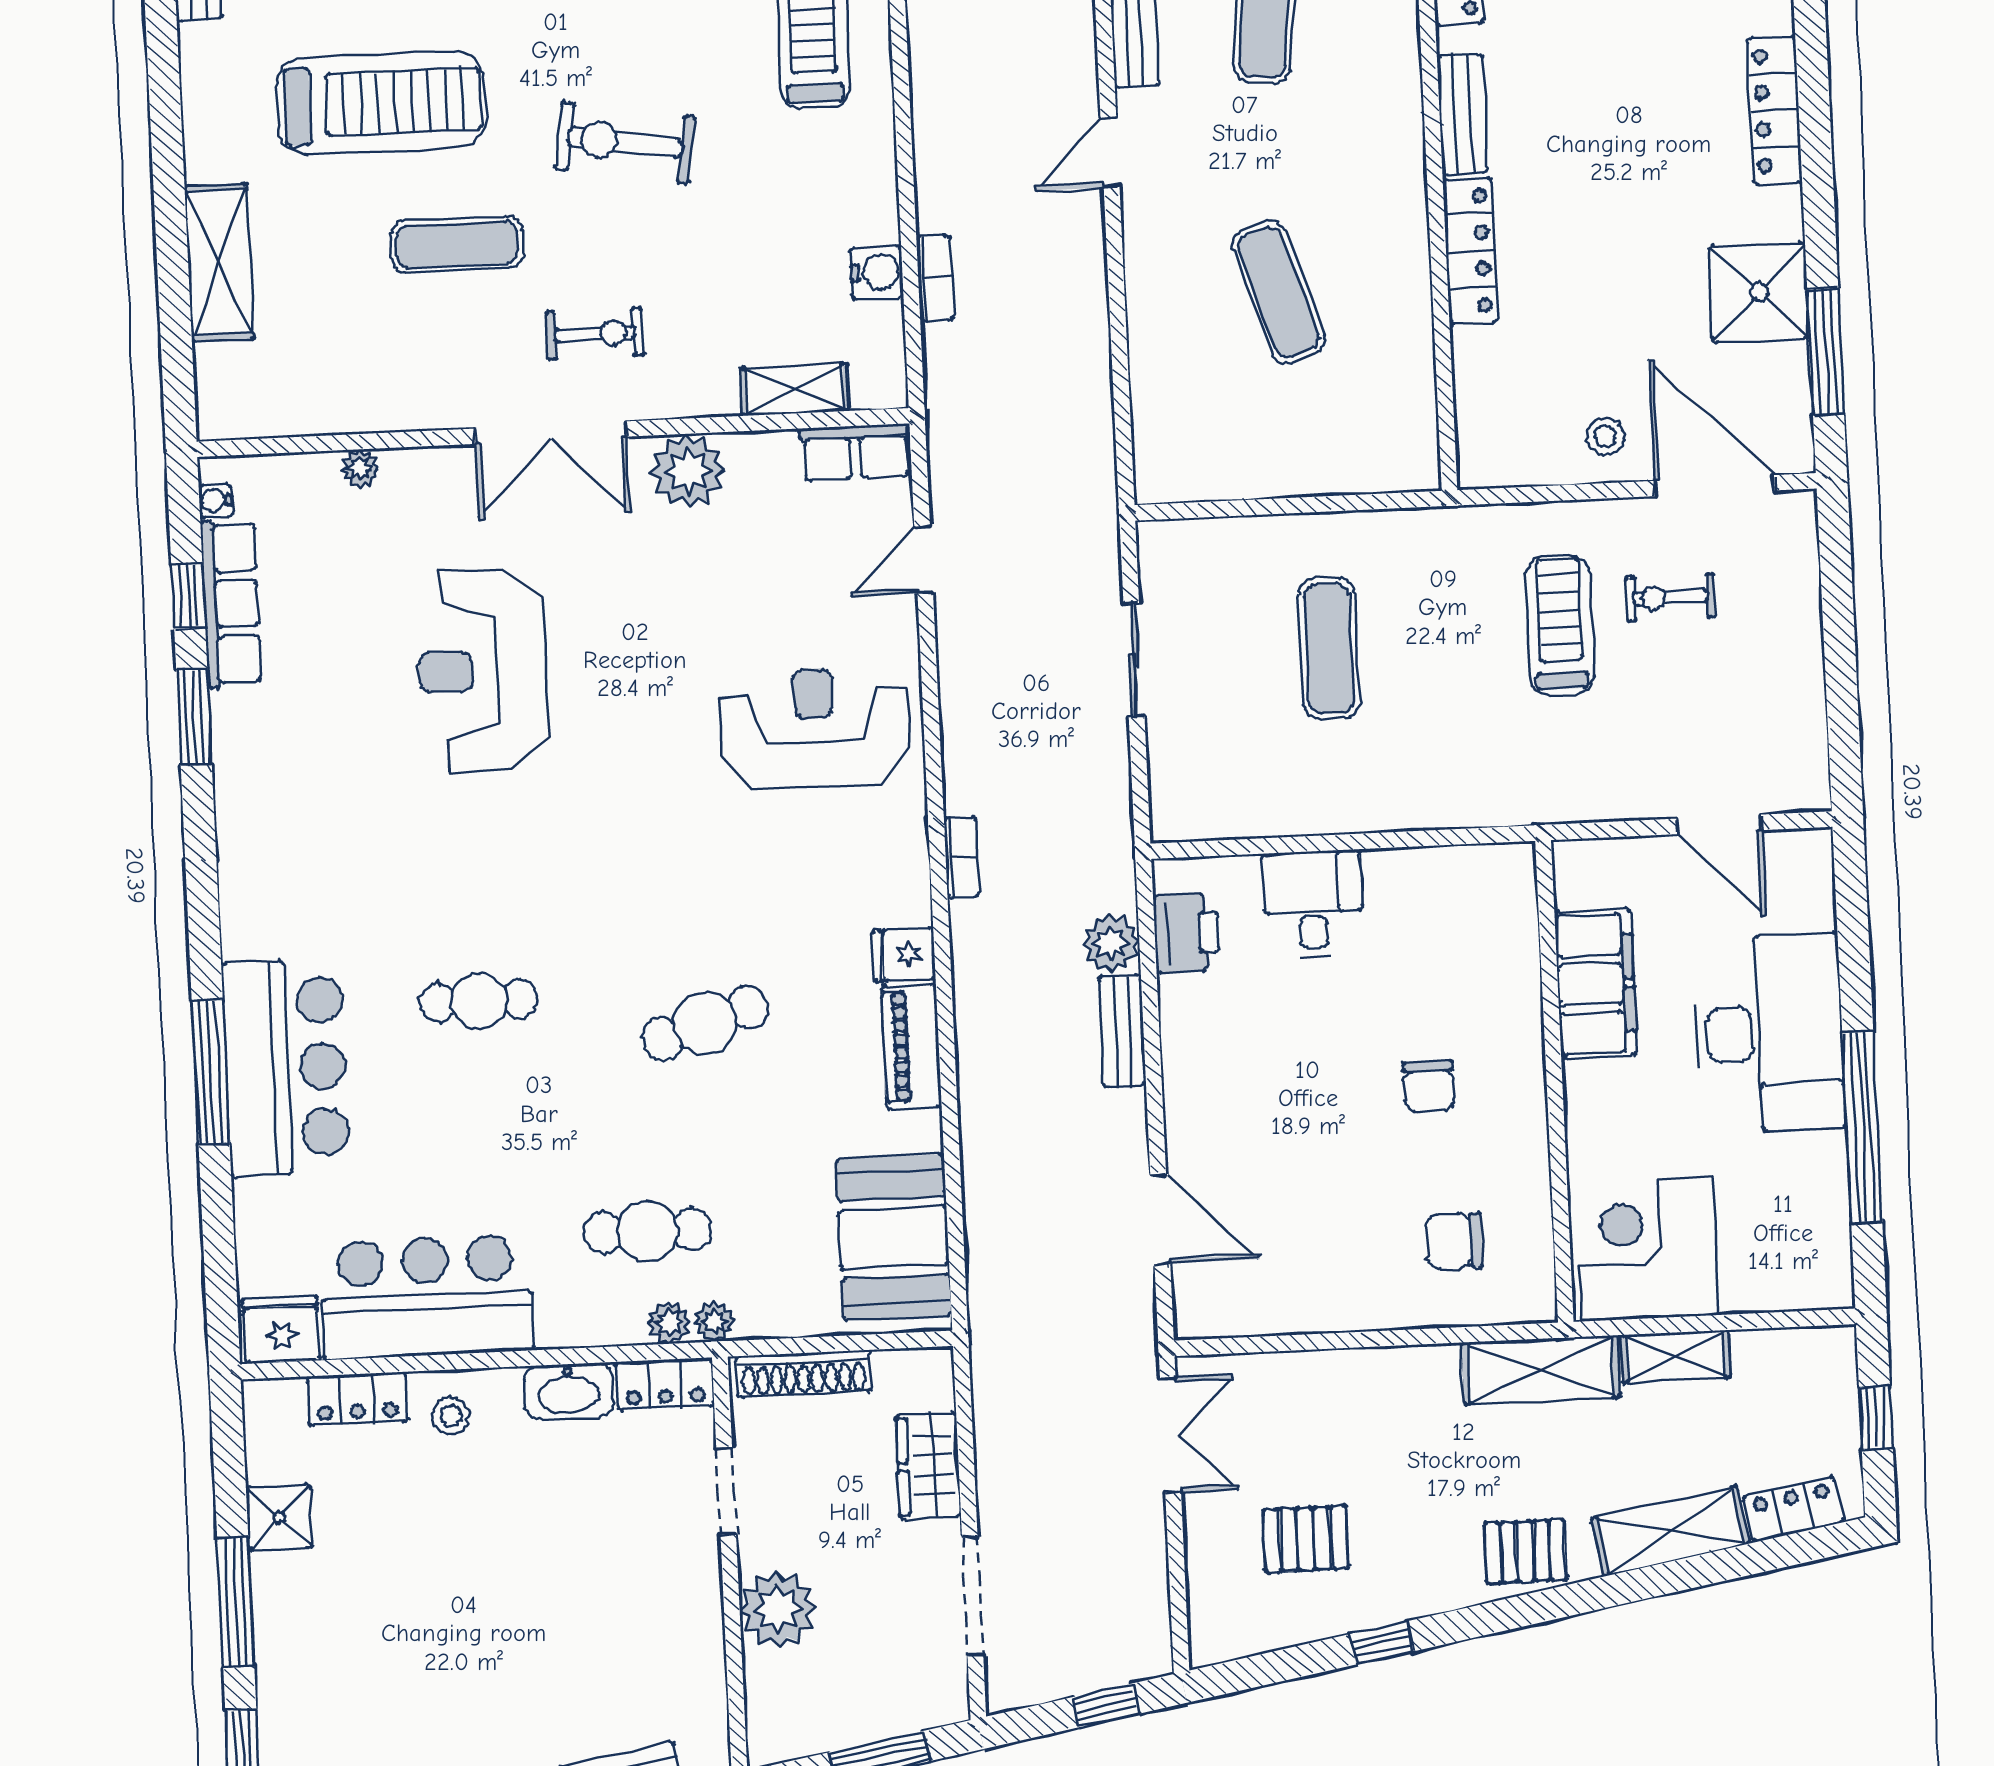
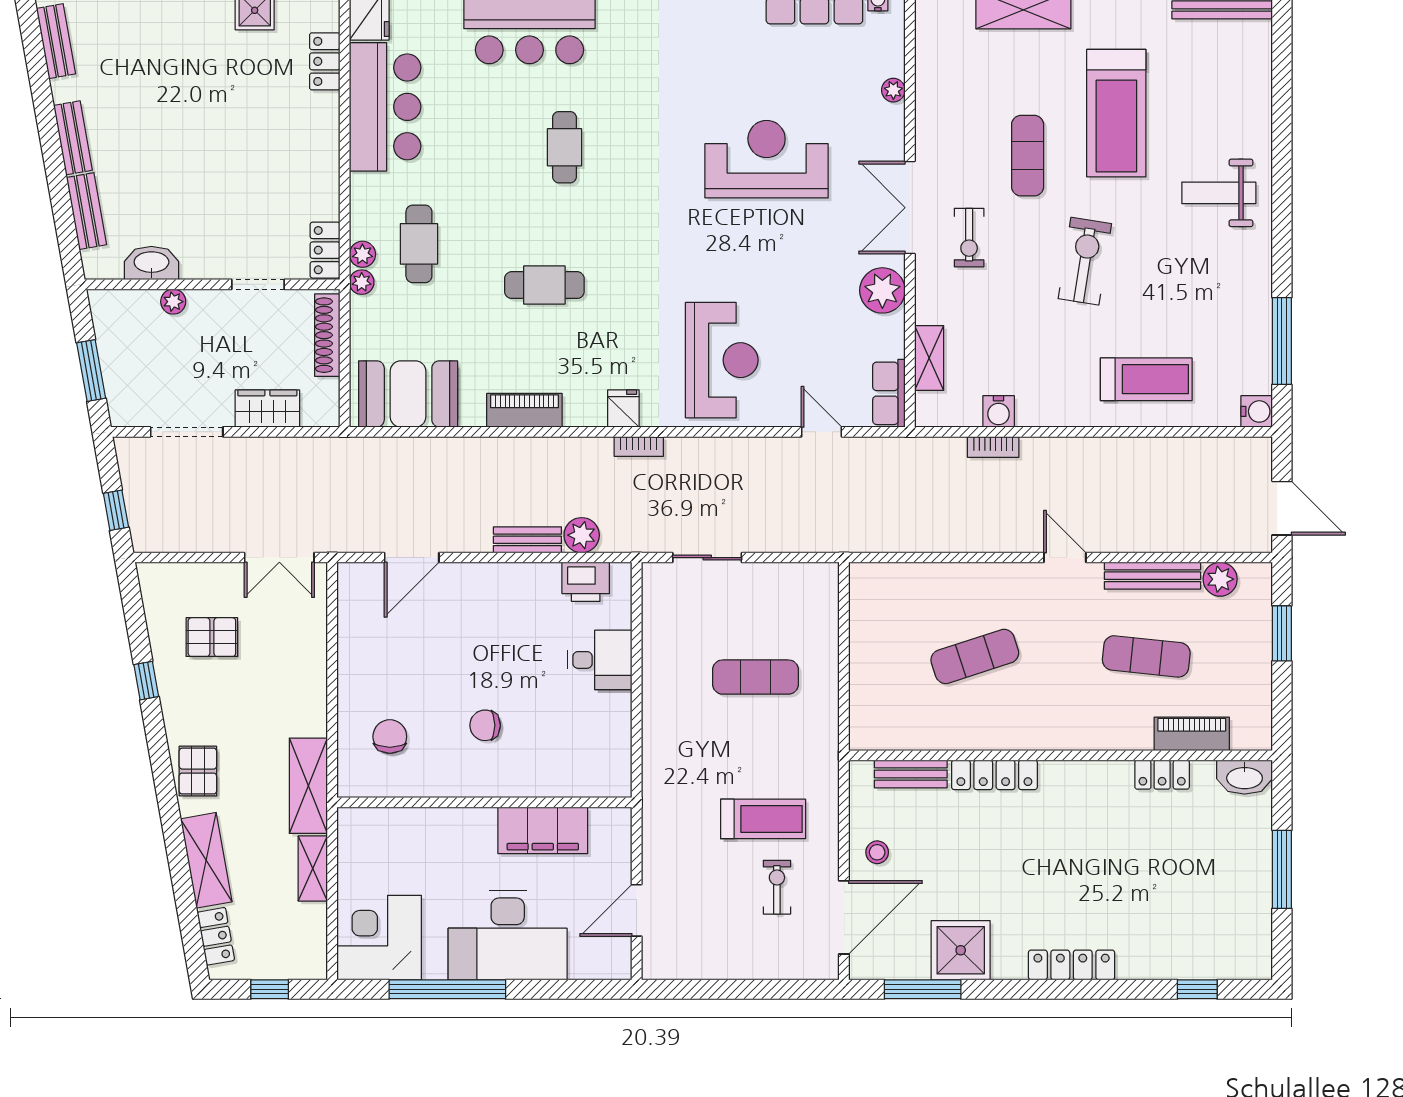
bench: (1462, 114) -> (911, 774), moved
sliding door: (1134, 660) -> (707, 558), moved
fridge: (904, 955) -> (623, 408), moved
cafe table: (705, 1023) -> (544, 285), turned -72
corner desk: (1647, 1249) -> (379, 938), moved, turned -90
washbasin: (569, 1391) -> (151, 263), moved, turned 90
stool: (451, 1416) -> (312, 118), removed
pallet: (1306, 1539) -> (212, 637), turned 90
plant: (778, 1609) -> (173, 302), width x0.53, depth x0.53

